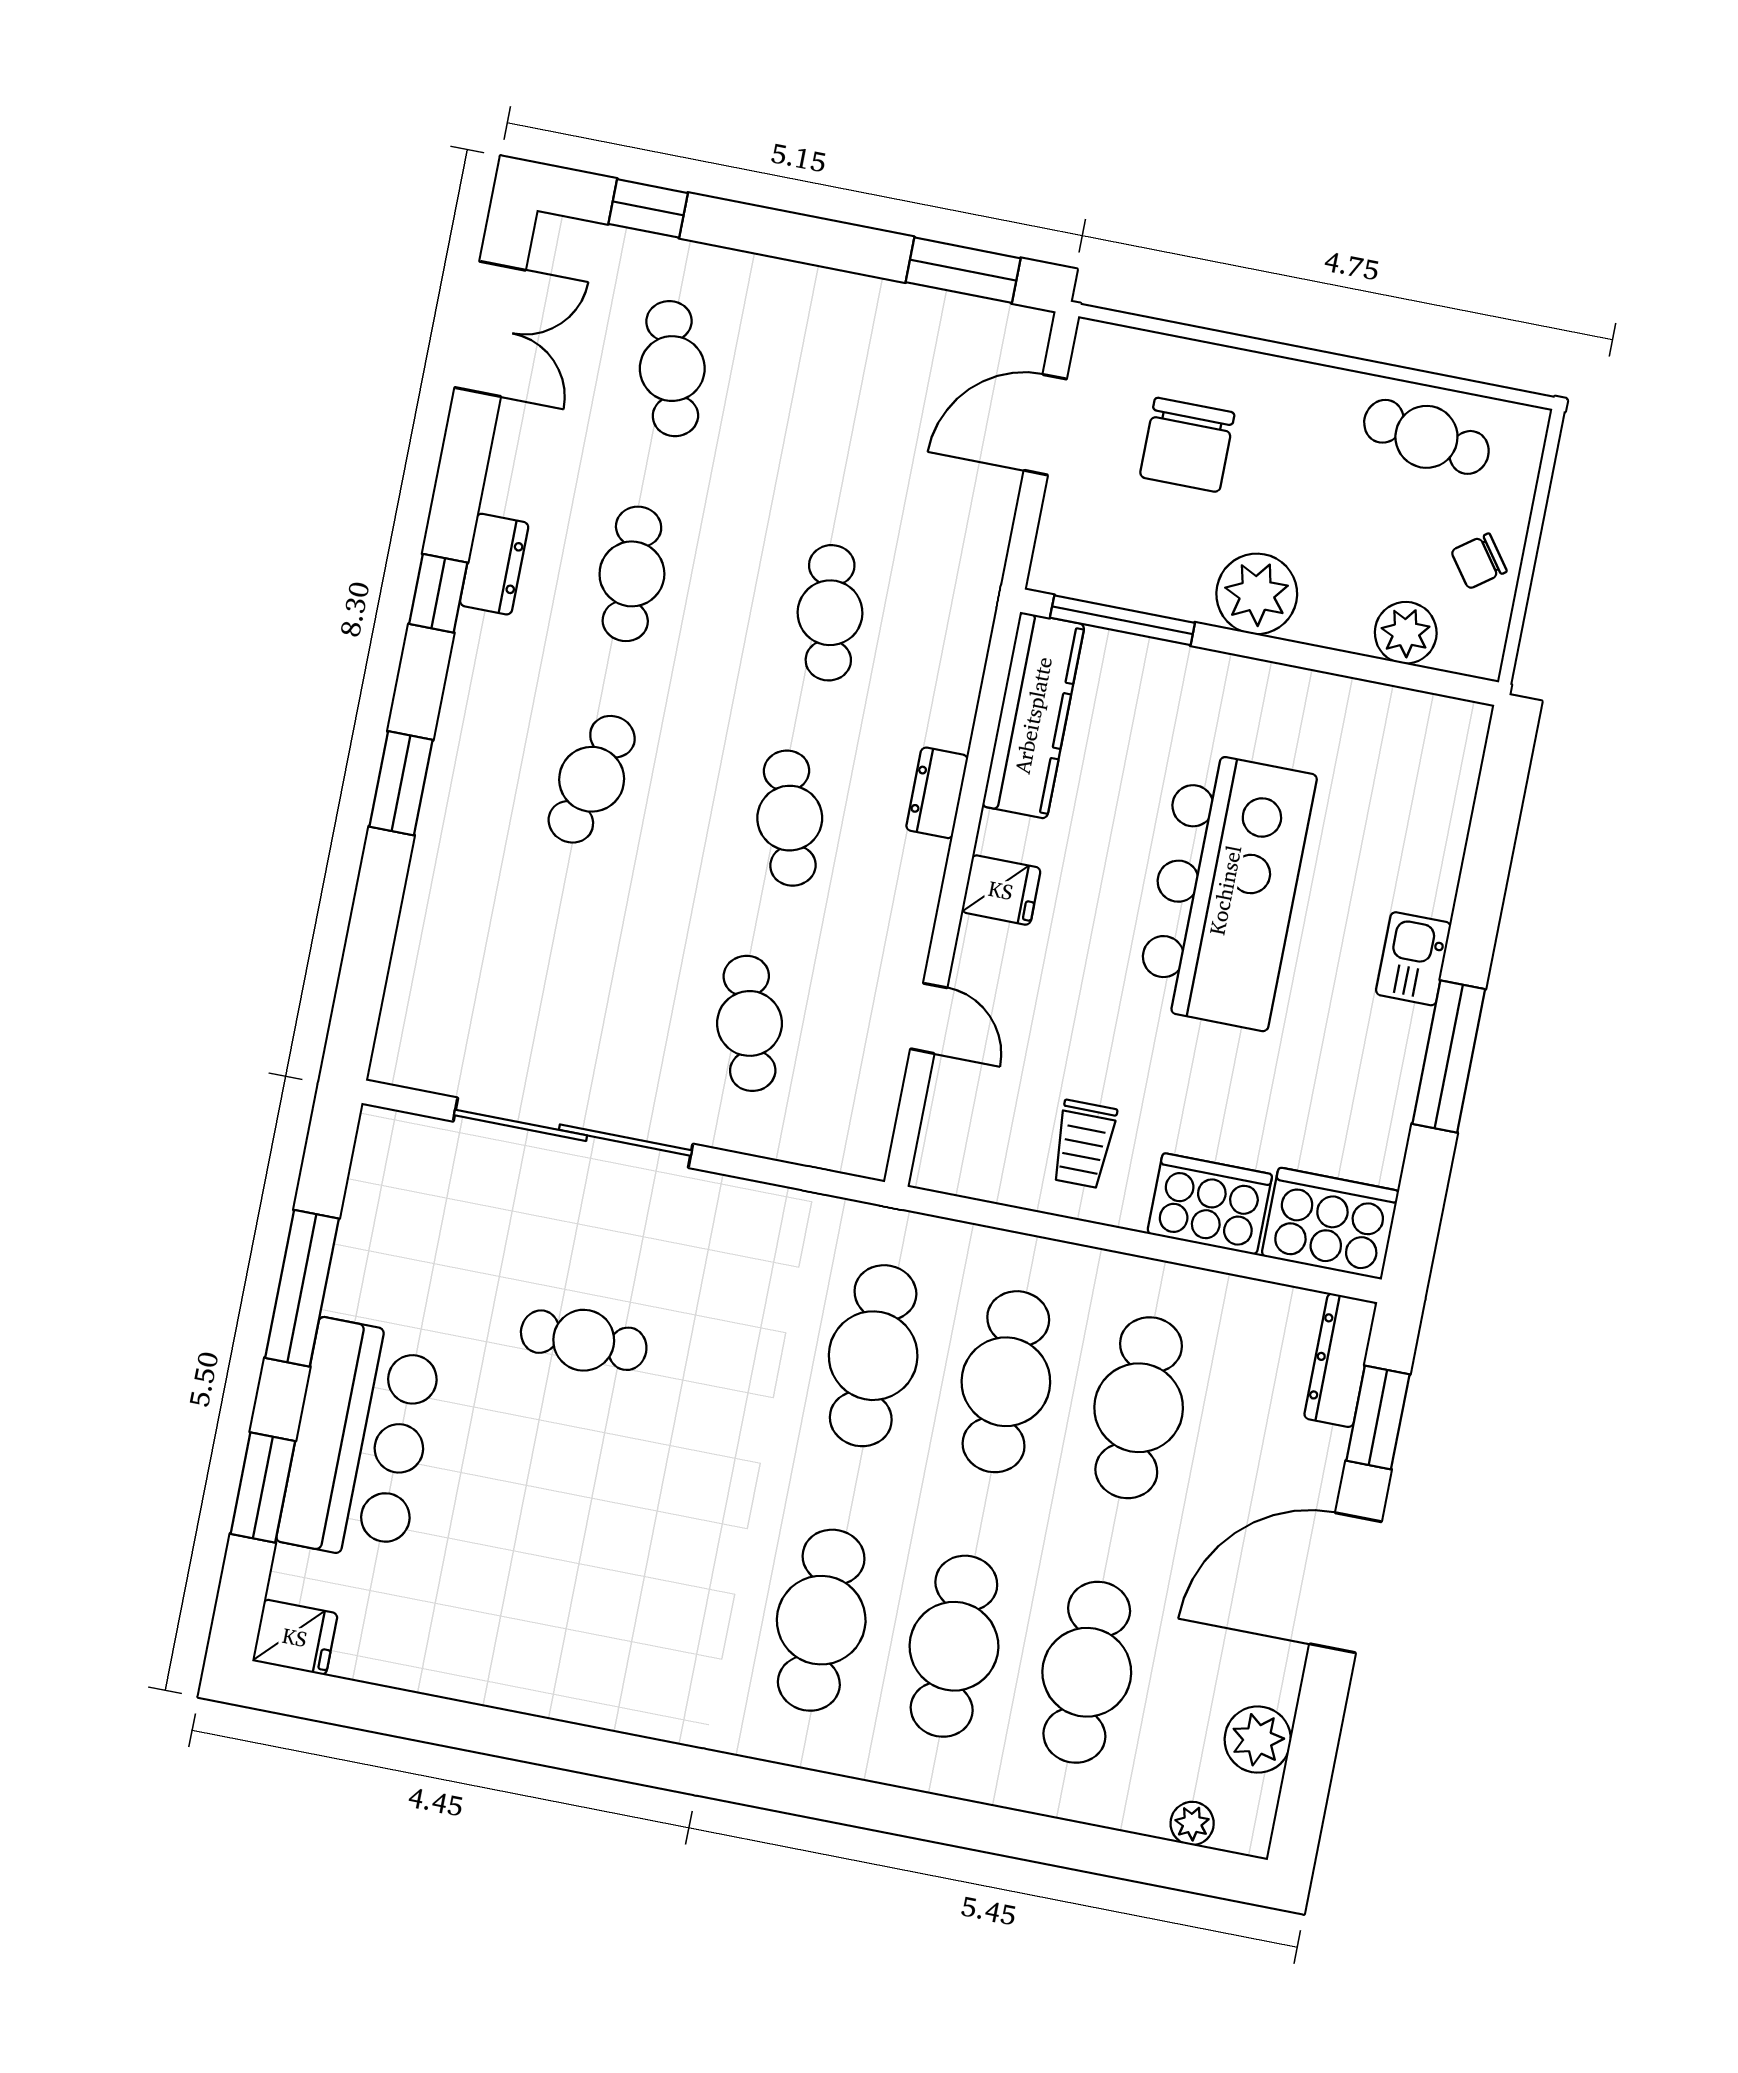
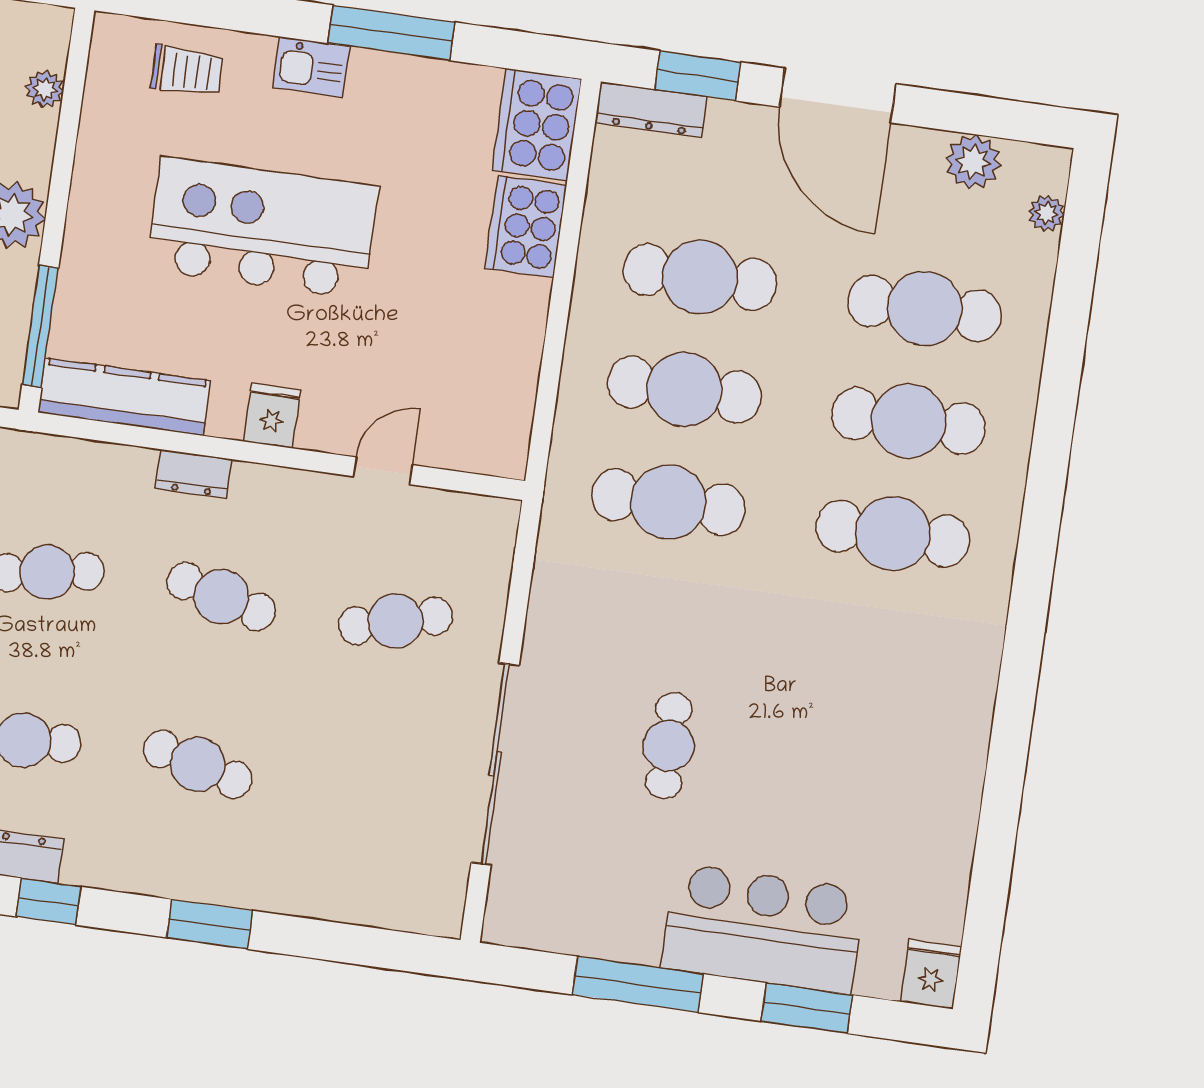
plant: (1406, 633) -> (45, 89), width x0.73, depth x0.73
cafe table: (790, 818) -> (221, 596), turned 30
trolley: (1084, 1144) -> (187, 71), moved

